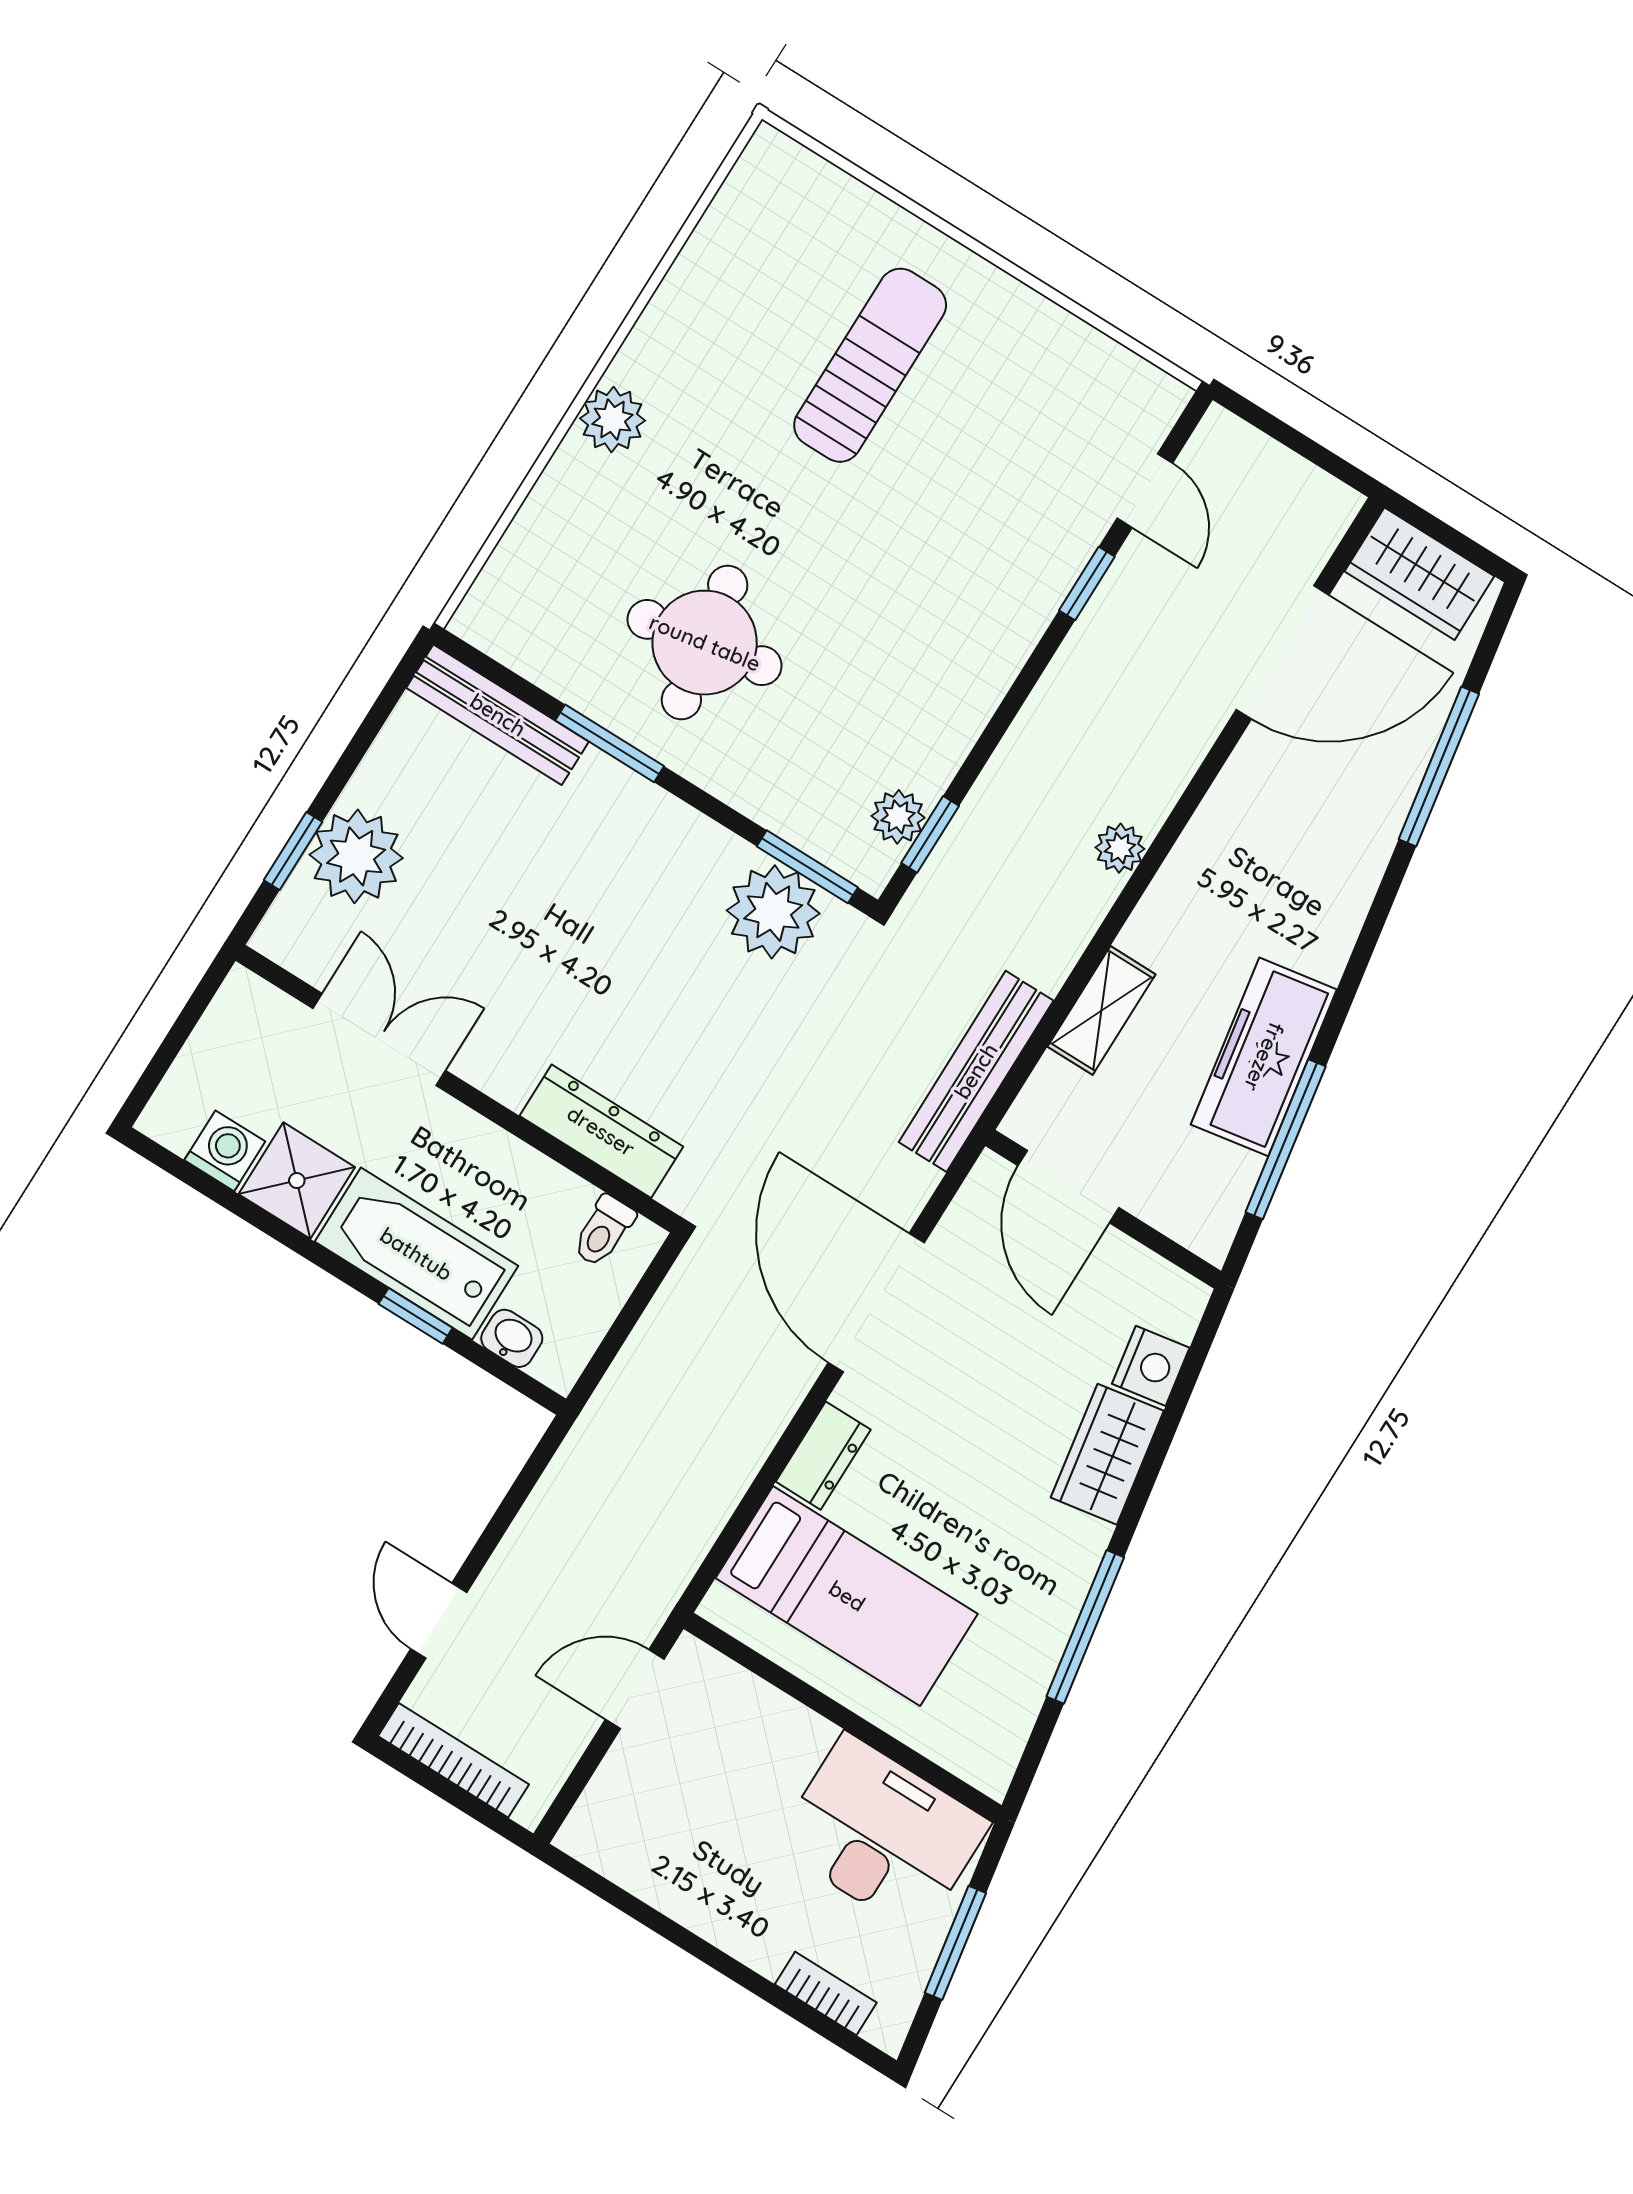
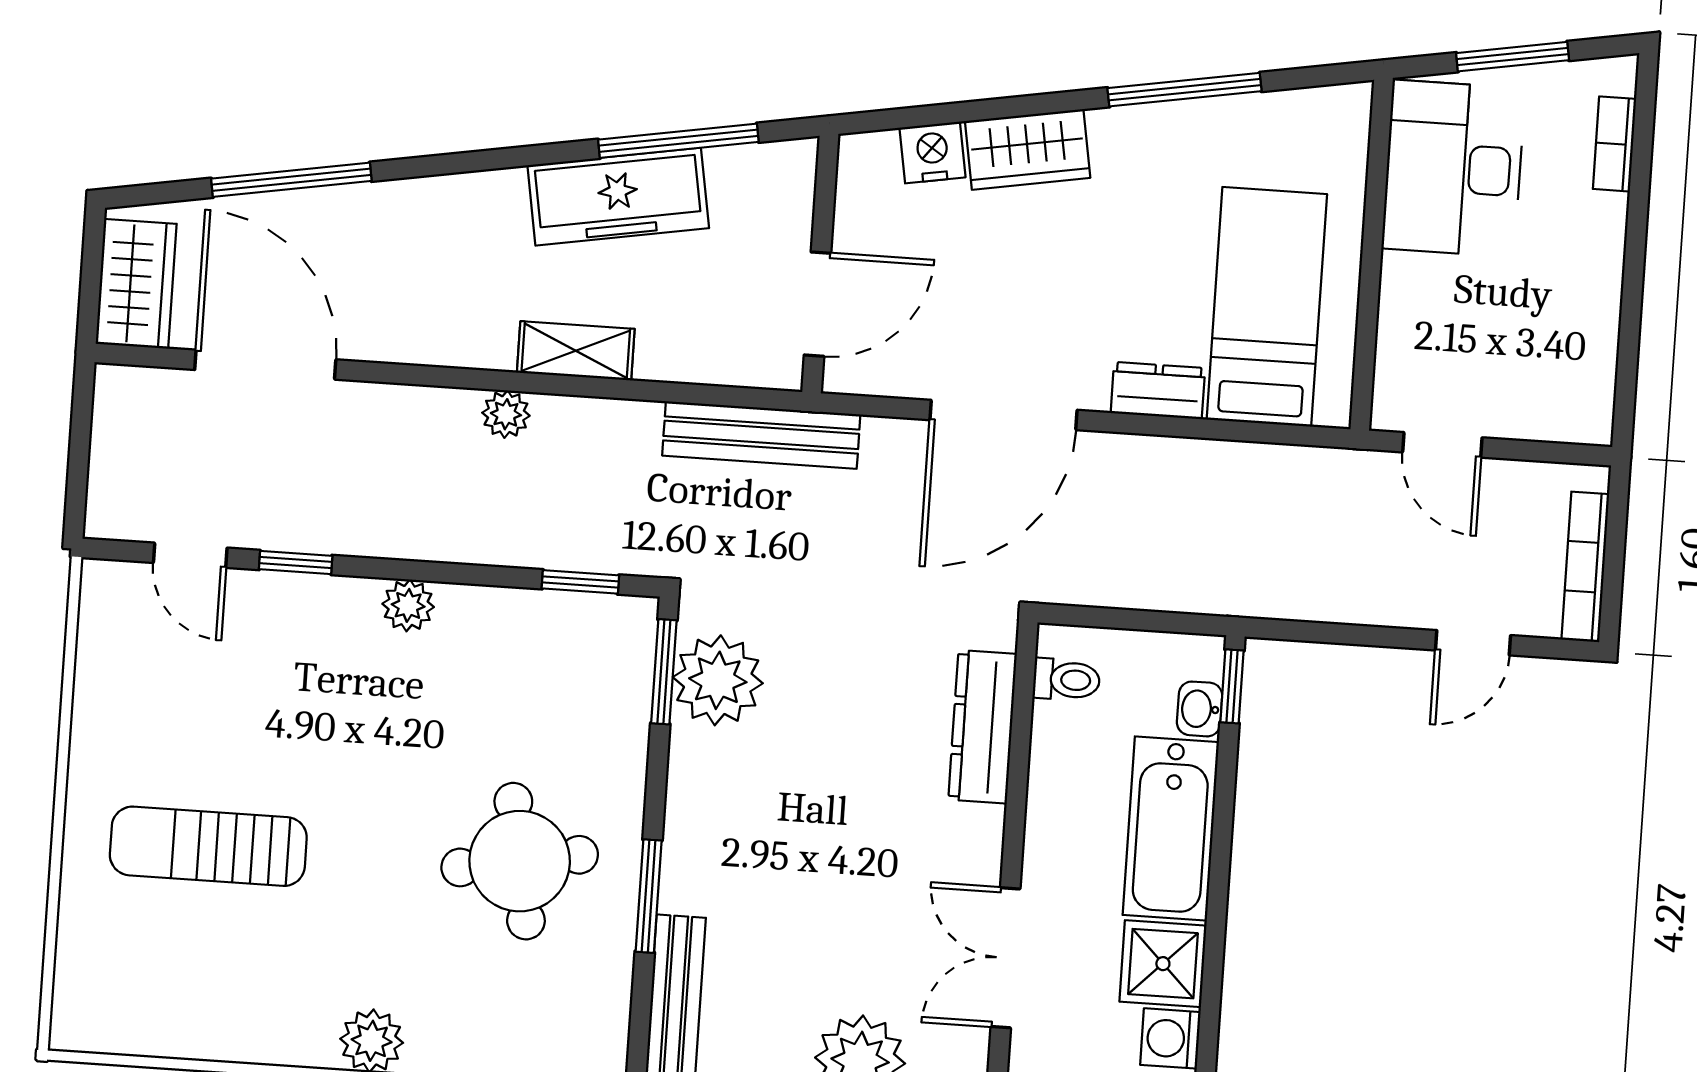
door: (1145, 491) -> (190, 555), swing flipped
plant: (898, 817) -> (408, 605), moved
shelving: (1101, 1010) -> (576, 351), moved
window: (416, 1316) -> (1232, 686), moved

